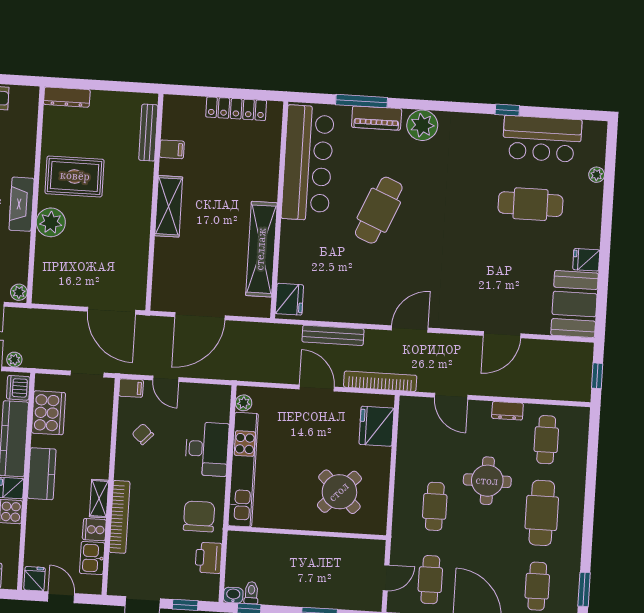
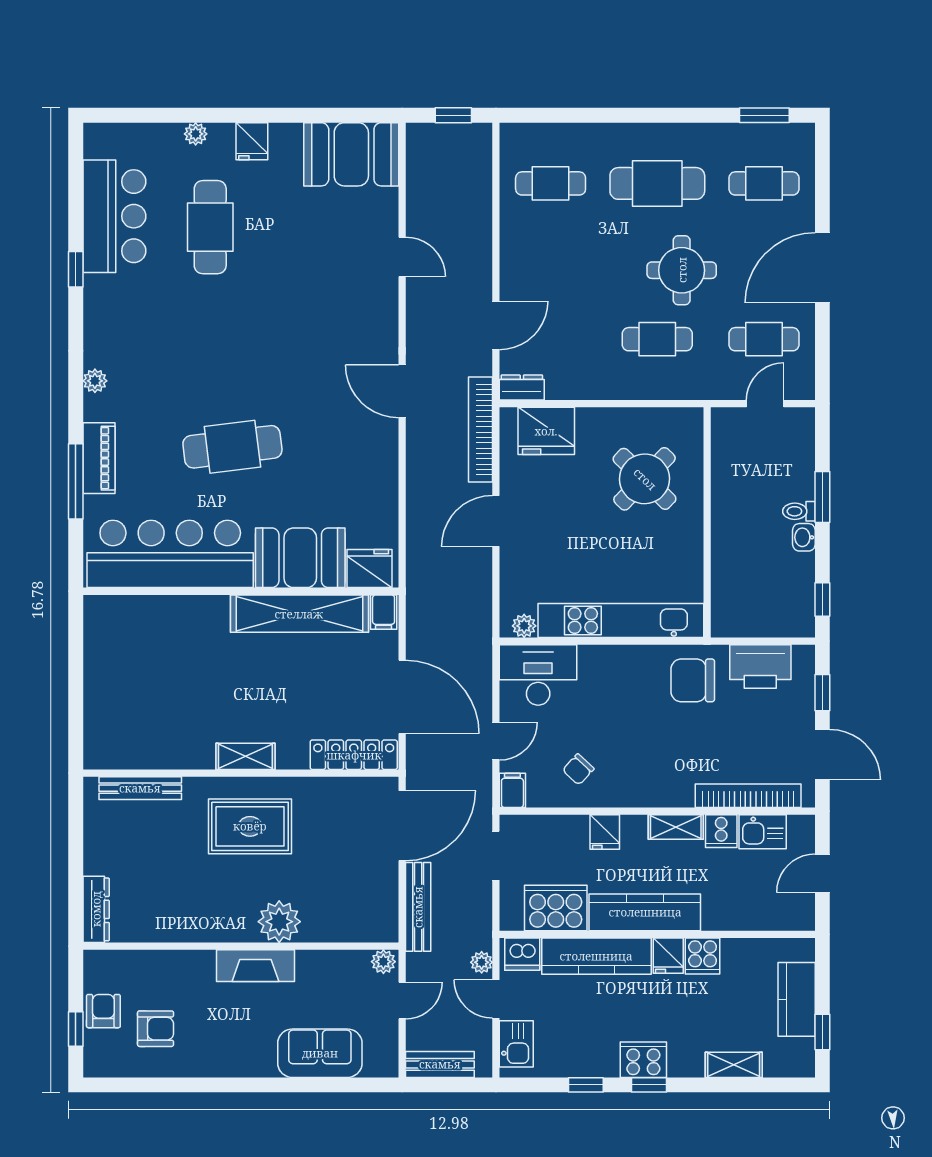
locker: (236, 109) -> (354, 755), moved, turned -90
plant: (422, 125) -> (95, 381), width x0.53, depth x0.53
filing cabinet: (172, 149) -> (384, 612), moved, turned 180
plant: (597, 175) -> (196, 134), moved
rug: (75, 176) -> (250, 826), moved, turned 90
shelving: (169, 206) -> (245, 756), width x0.67, depth x0.75
cafe table: (379, 210) -> (232, 447), turned -30
booth: (300, 252) -> (300, 558), added
fridge: (586, 260) -> (252, 141), moved
bench: (333, 335) -> (418, 907), moved
door: (502, 335) -> (402, 257), width x0.73
dresser: (507, 411) -> (522, 387), moved, turned -90
desk: (207, 449) -> (538, 675), moved
kitchen counter: (42, 474) -> (645, 912), width x1.50
round table: (487, 481) -> (682, 270), moved
bookcase: (120, 517) -> (748, 796), moved
printer: (209, 558) -> (760, 667), width x1.37, depth x1.19
door: (386, 578) -> (765, 404), hinge flipped
fridge: (35, 579) -> (605, 832), moved, turned -90
toilet: (251, 593) -> (799, 511), moved
washbasin: (233, 595) -> (804, 537), moved

